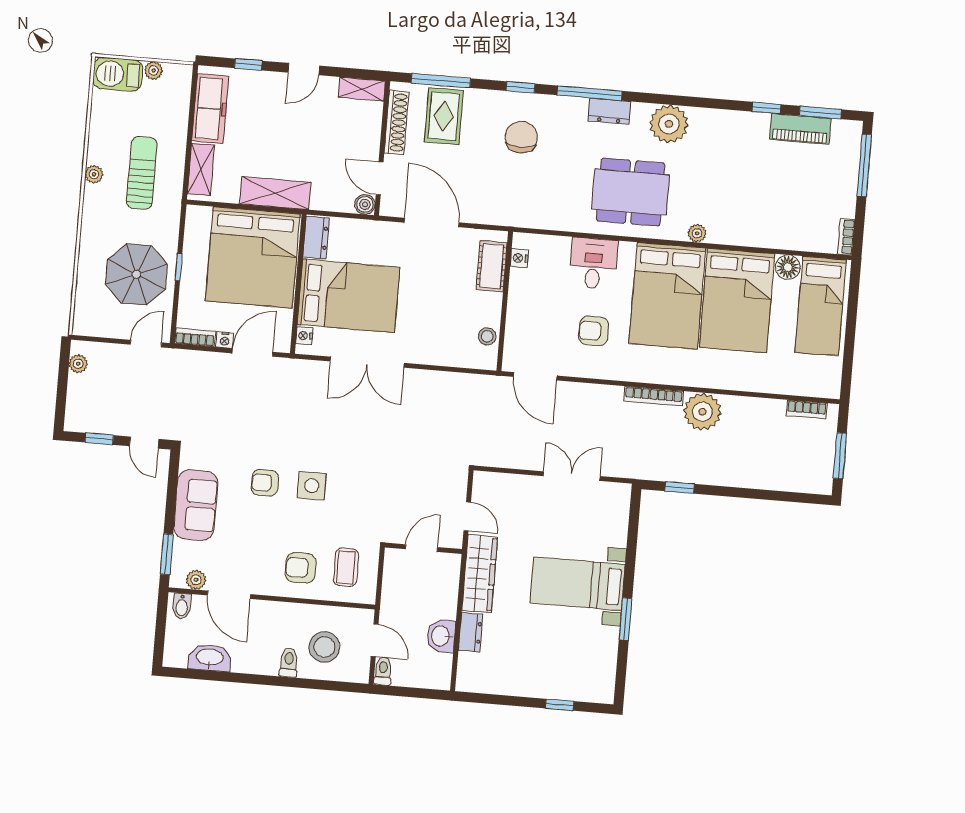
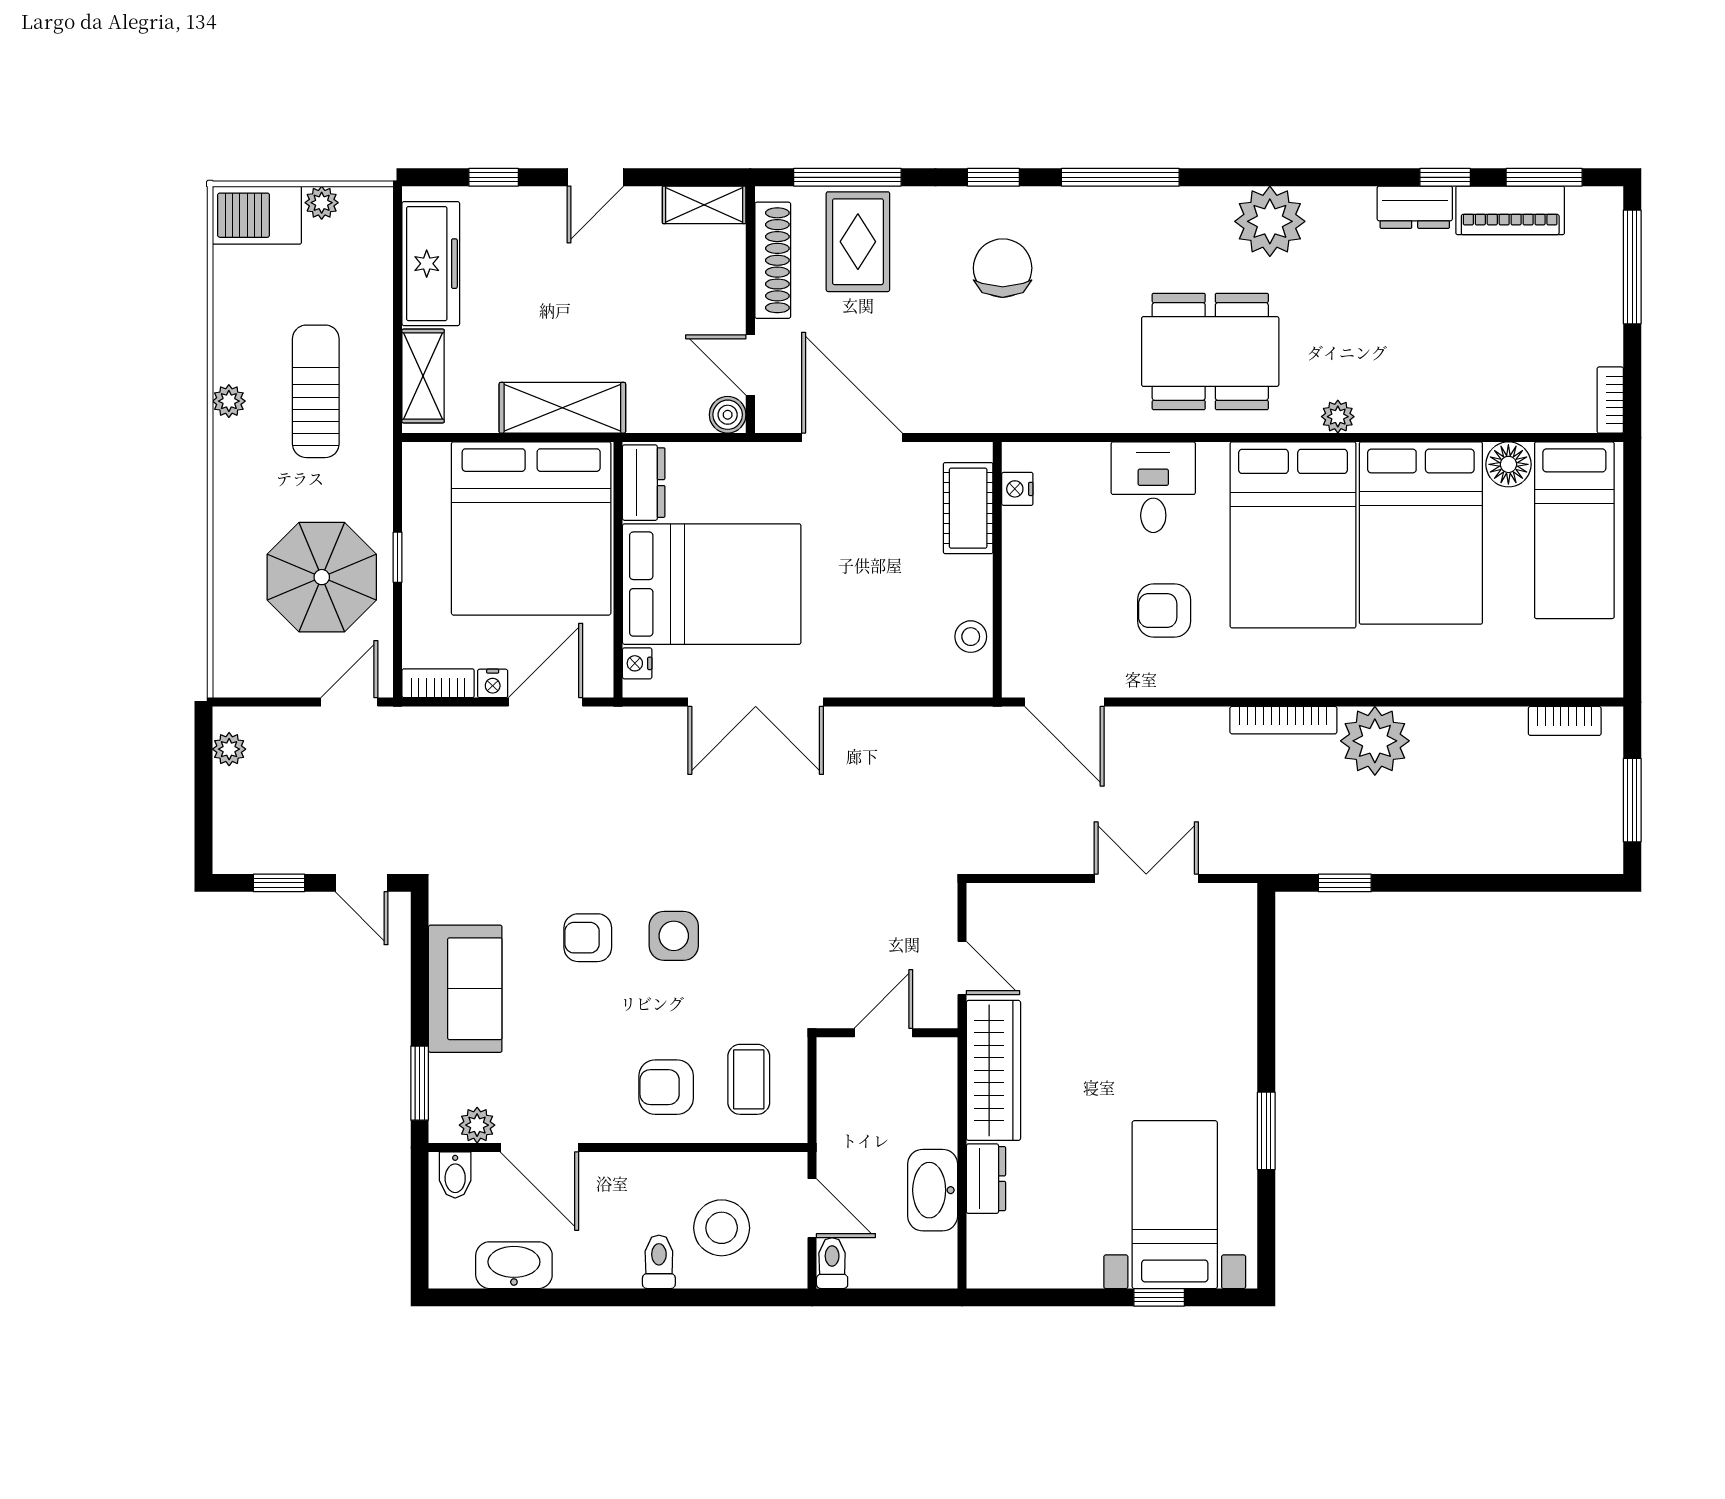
dresser: (609, 111) -> (1415, 207), moved
bed with nightstands: (578, 584) -> (1175, 1205), moved, turned 90
washbasin: (441, 636) -> (933, 1190), width x1.38

